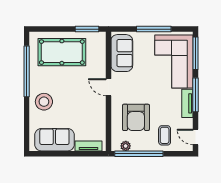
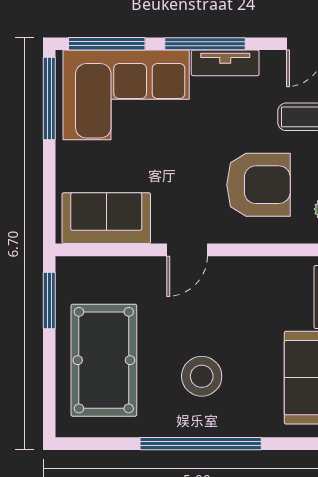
window: (154, 29) -> (49, 98), moved
window: (27, 71) -> (201, 444), moved
stool: (44, 102) -> (202, 376), moved

